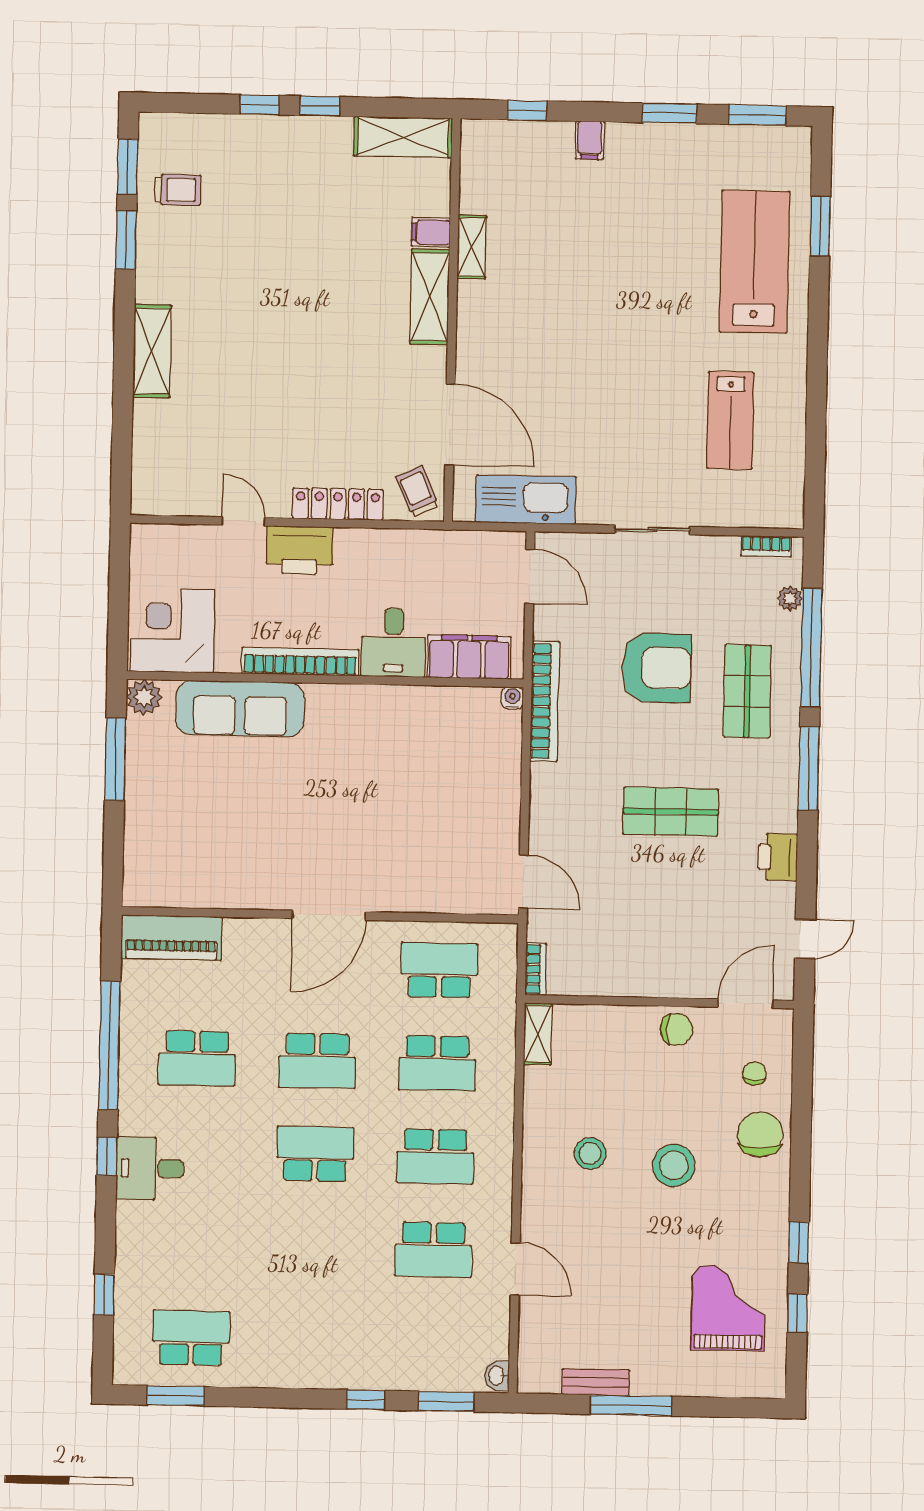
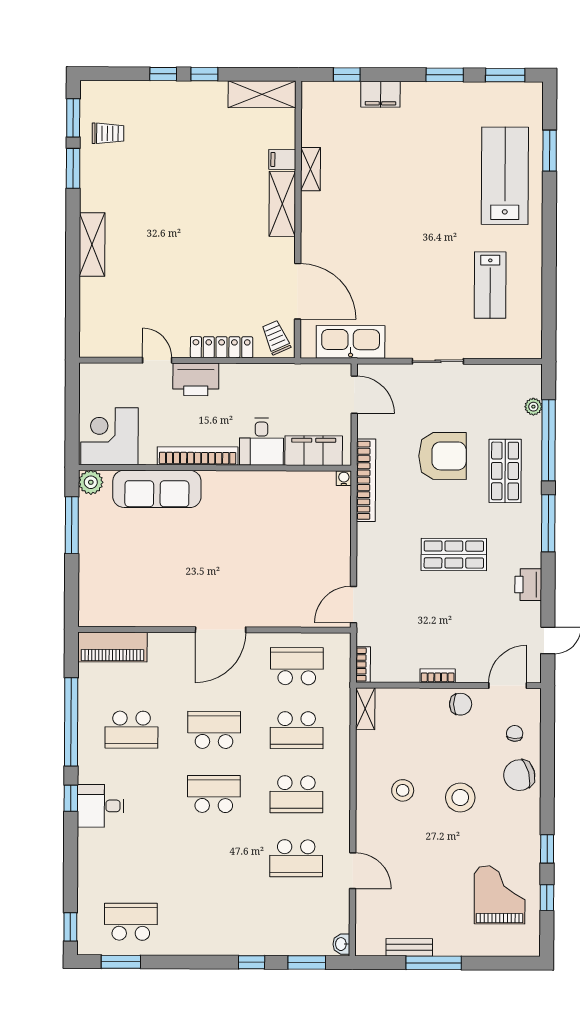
filing cabinet: (590, 140) -> (380, 94), width x2.00
bookcase: (766, 546) -> (438, 676), moved, turned 180
door: (523, 882) -> (354, 605), swing flipped
school desk: (317, 1061) -> (214, 730), turned 180
chair: (760, 1134) -> (519, 775), turned -105
window: (104, 1295) -> (70, 927), moved

